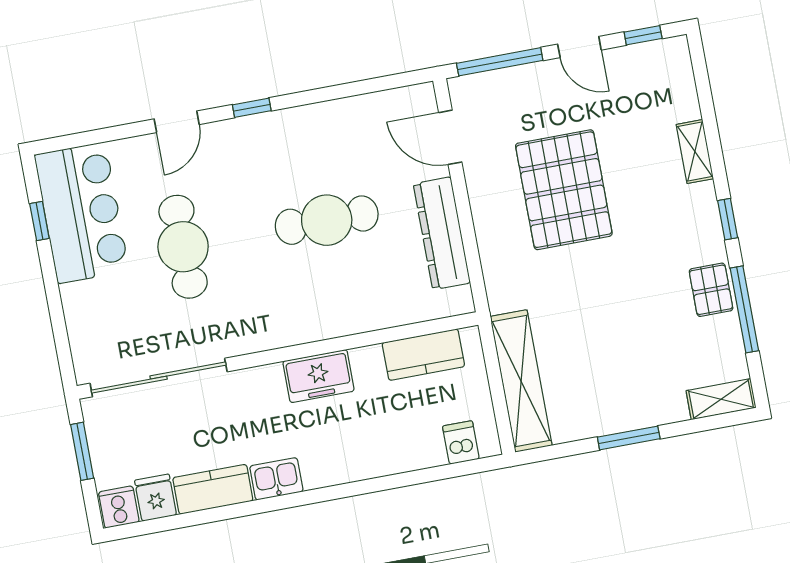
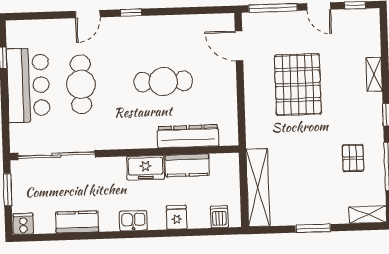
bar counter: (82, 213) -> (28, 85), moved
dresser: (442, 233) -> (188, 136), moved, turned 90
pallet: (711, 290) -> (353, 158), moved
kitchen counter: (423, 355) -> (187, 165), moved
kitchen sink: (276, 479) -> (133, 221), moved
fridge: (156, 498) -> (177, 217), moved

